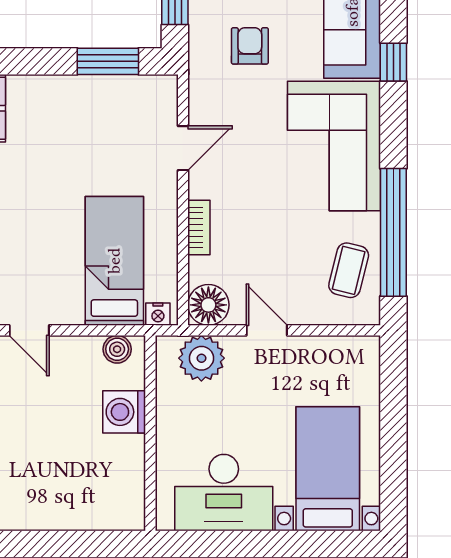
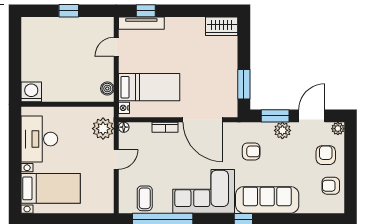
door: (183, 148) -> (203, 120), width x1.87
coffee table: (349, 270) -> (145, 198), turned 76
floor lamp: (208, 305) -> (124, 127), width x0.53, depth x0.53
washing machine: (124, 412) -> (31, 92), moved

